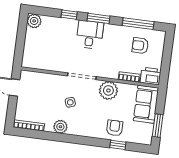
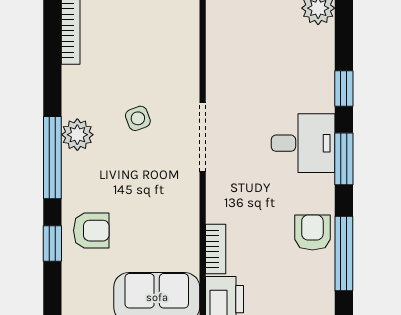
armchair: (140, 46) -> (312, 232), moved
plant: (108, 90) -> (178, 204), removed
plant: (60, 127) -> (77, 135), moved
window: (82, 140) -> (52, 158), added

